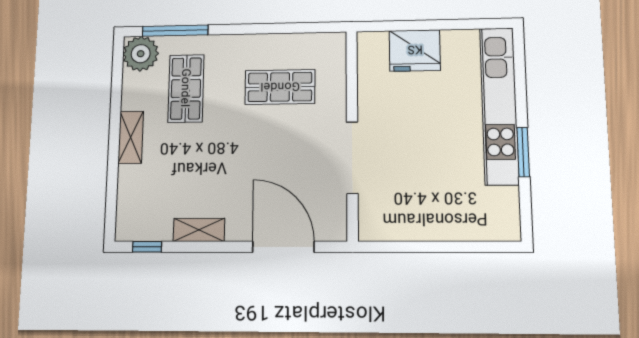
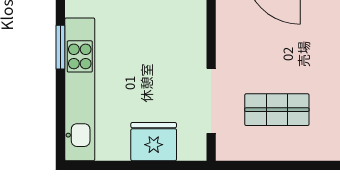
doorway: (352, 158) -> (211, 101), moved

